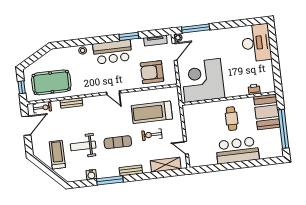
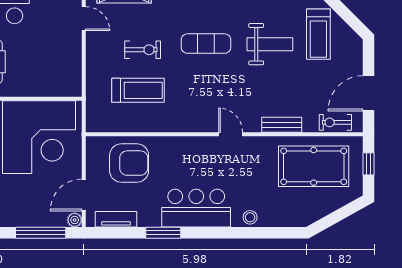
door: (113, 93) -> (231, 134), moved
treadmill: (152, 112) -> (138, 90), width x0.73, depth x0.73

